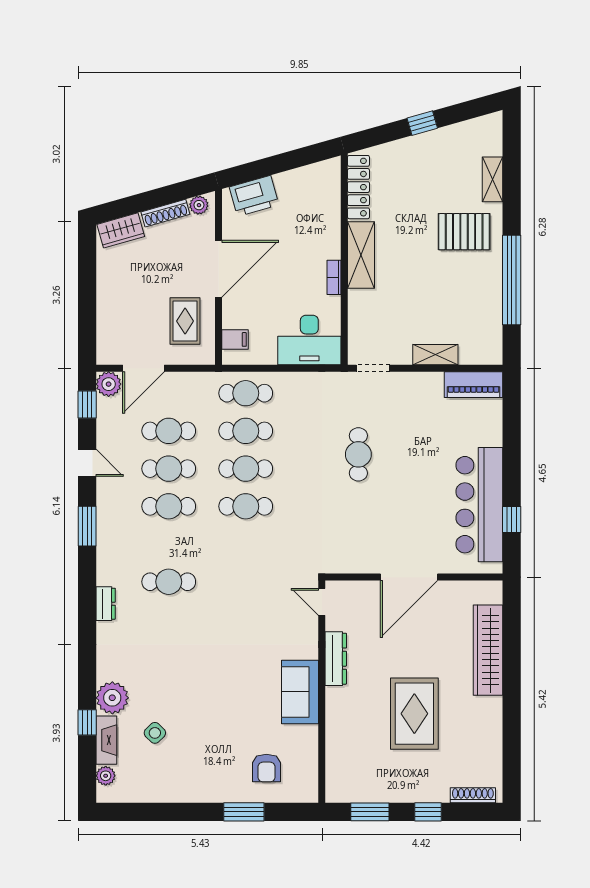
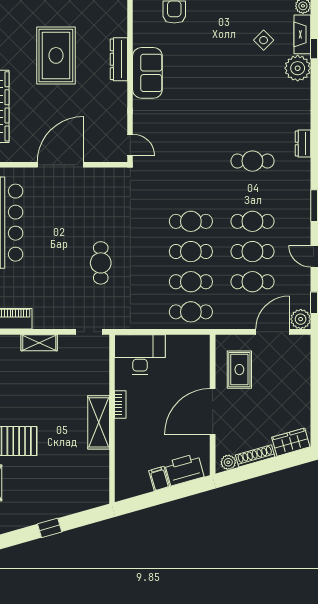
locker: (358, 187) -> (101, 477), removed
filing cabinet: (235, 339) -> (159, 479), moved, turned 74
dresser: (336, 659) -> (119, 59), moved

